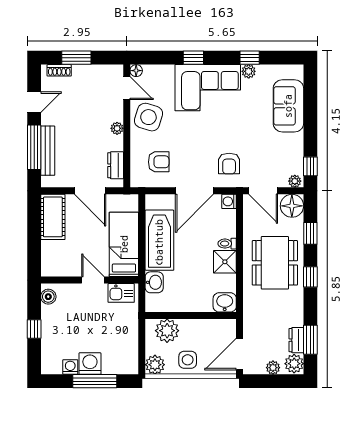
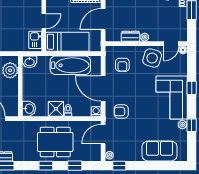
dresser: (116, 165) -> (130, 36), moved
floor lamp: (292, 206) -> (93, 153), removed
washbasin: (154, 282) -> (30, 62), moved

